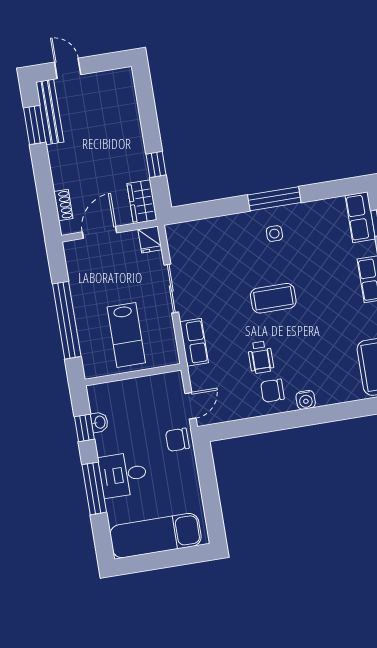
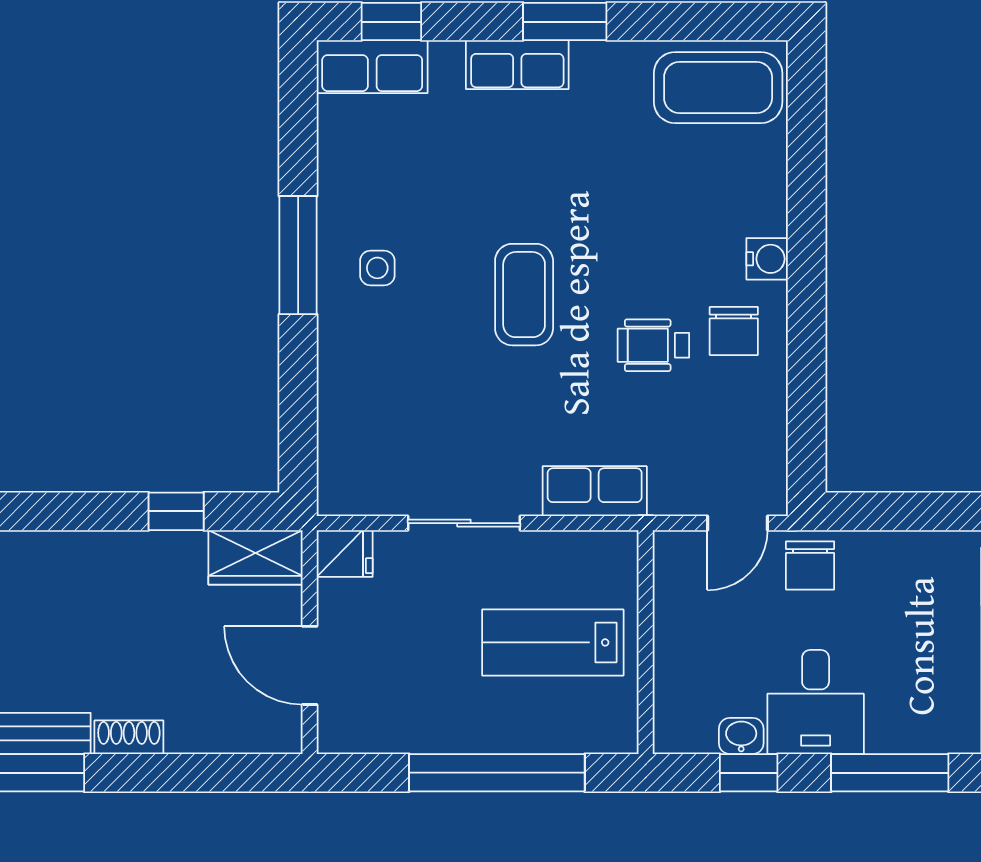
shoe rack: (63, 205) -> (129, 737), moved
lab bench: (126, 335) -> (553, 642), turned 180
wheelchair: (261, 357) -> (653, 345), turned 180
door: (190, 406) -> (737, 523), swing flipped
desk: (123, 475) -> (816, 702), moved

